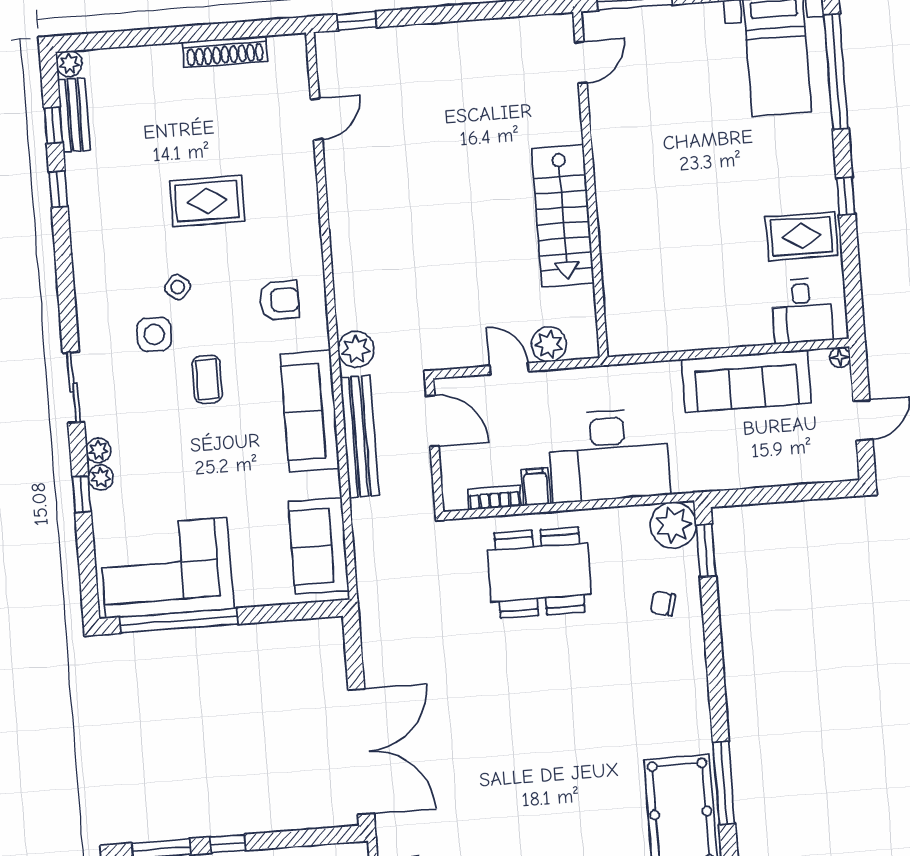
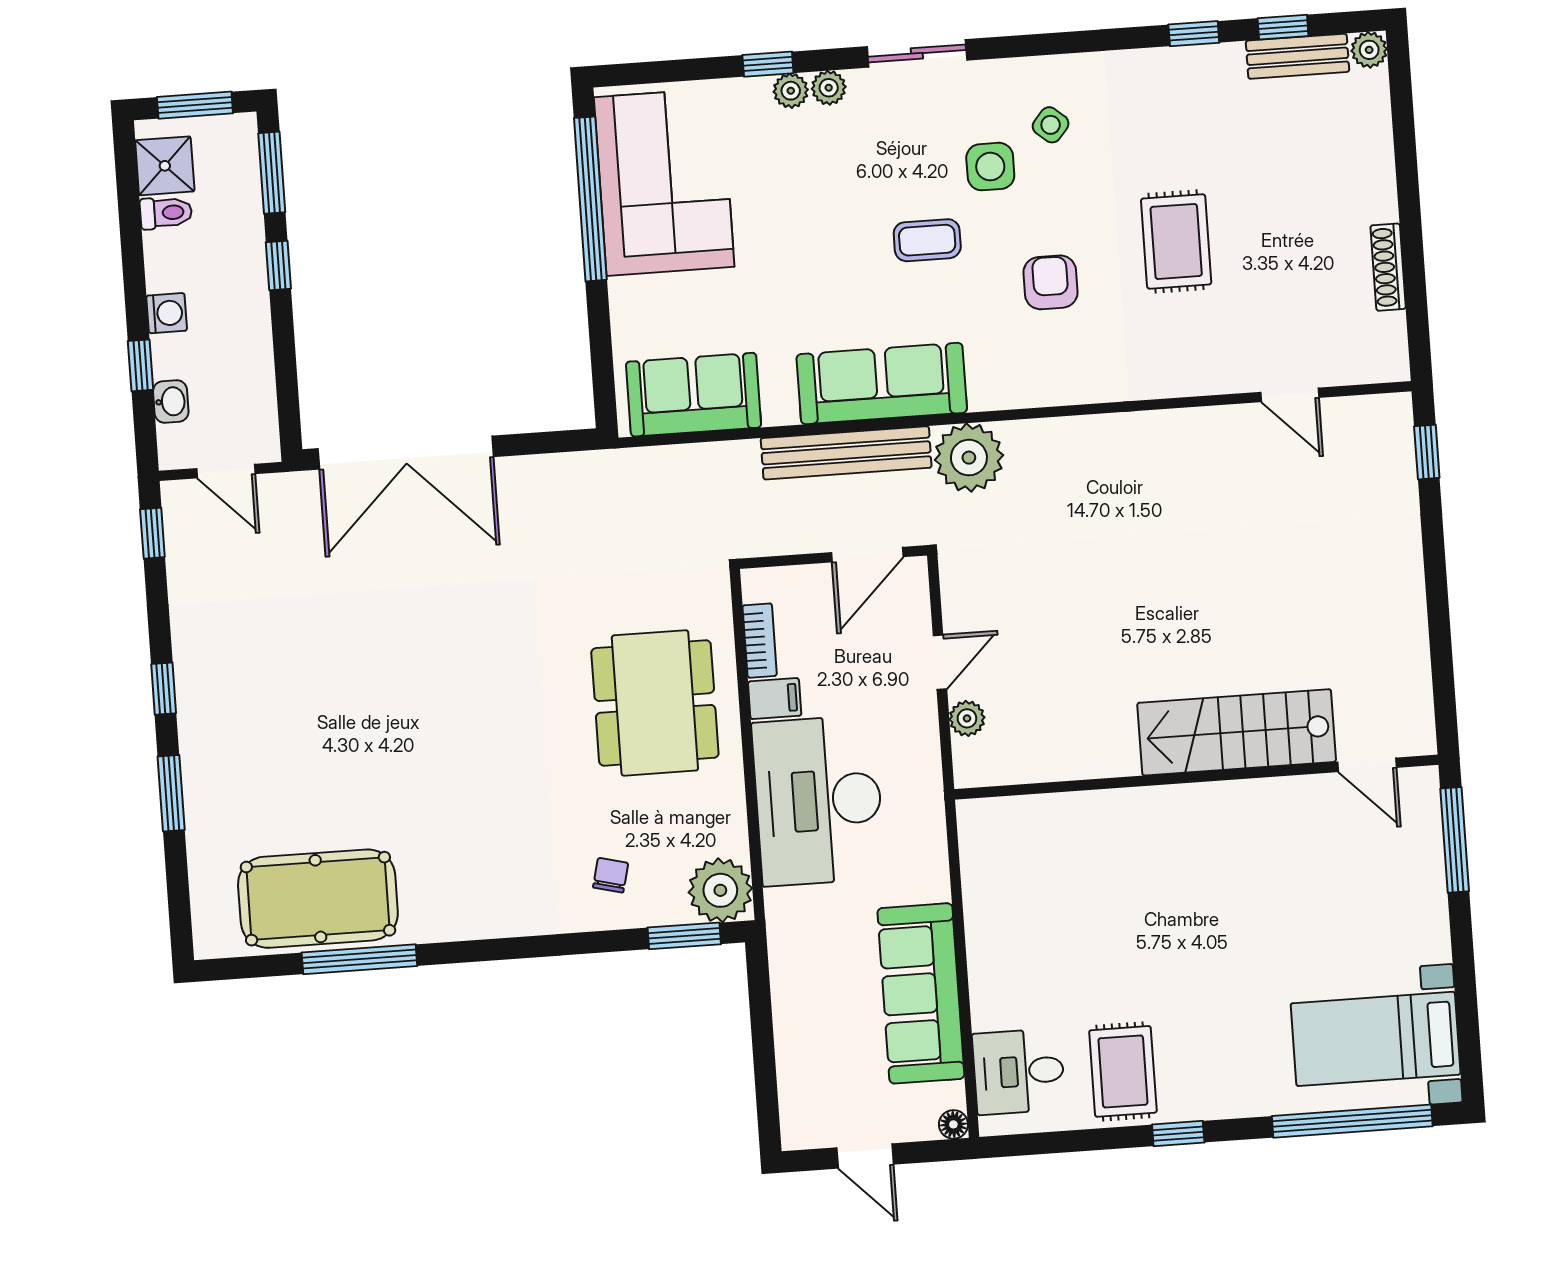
shoe rack: (225, 52) -> (1388, 267), width x0.74, depth x0.81
stairs: (563, 216) -> (1237, 732), moved
side table: (178, 287) -> (1051, 125), moved
armchair: (279, 300) -> (1051, 282), moved, turned 180
plant: (549, 344) -> (967, 718), width x0.73, depth x0.73
plant: (356, 349) -> (969, 458), width x1.36, depth x1.36

